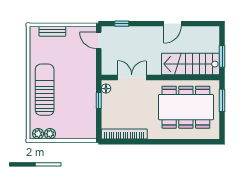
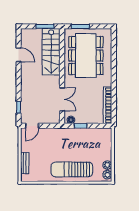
door: (172, 24) -> (19, 55), moved
double door: (132, 78) -> (62, 99), swing flipped

